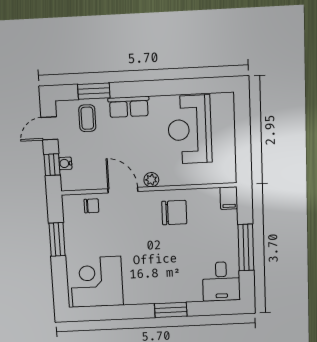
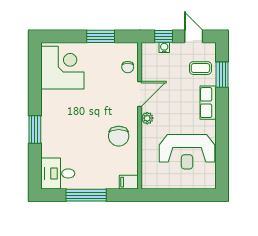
reception desk: (190, 130) -> (187, 152), turned 180

